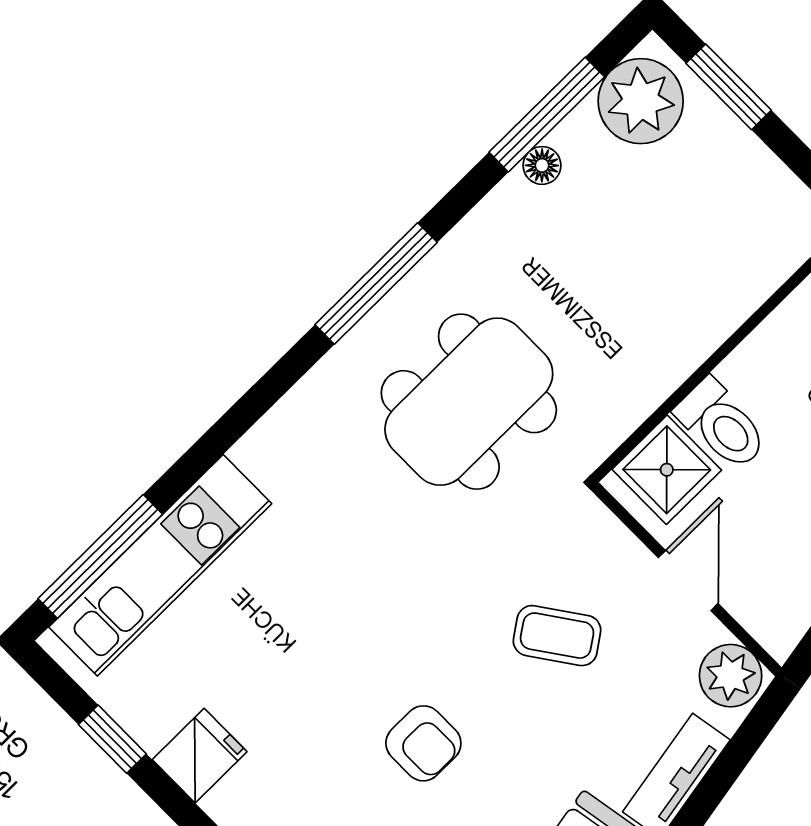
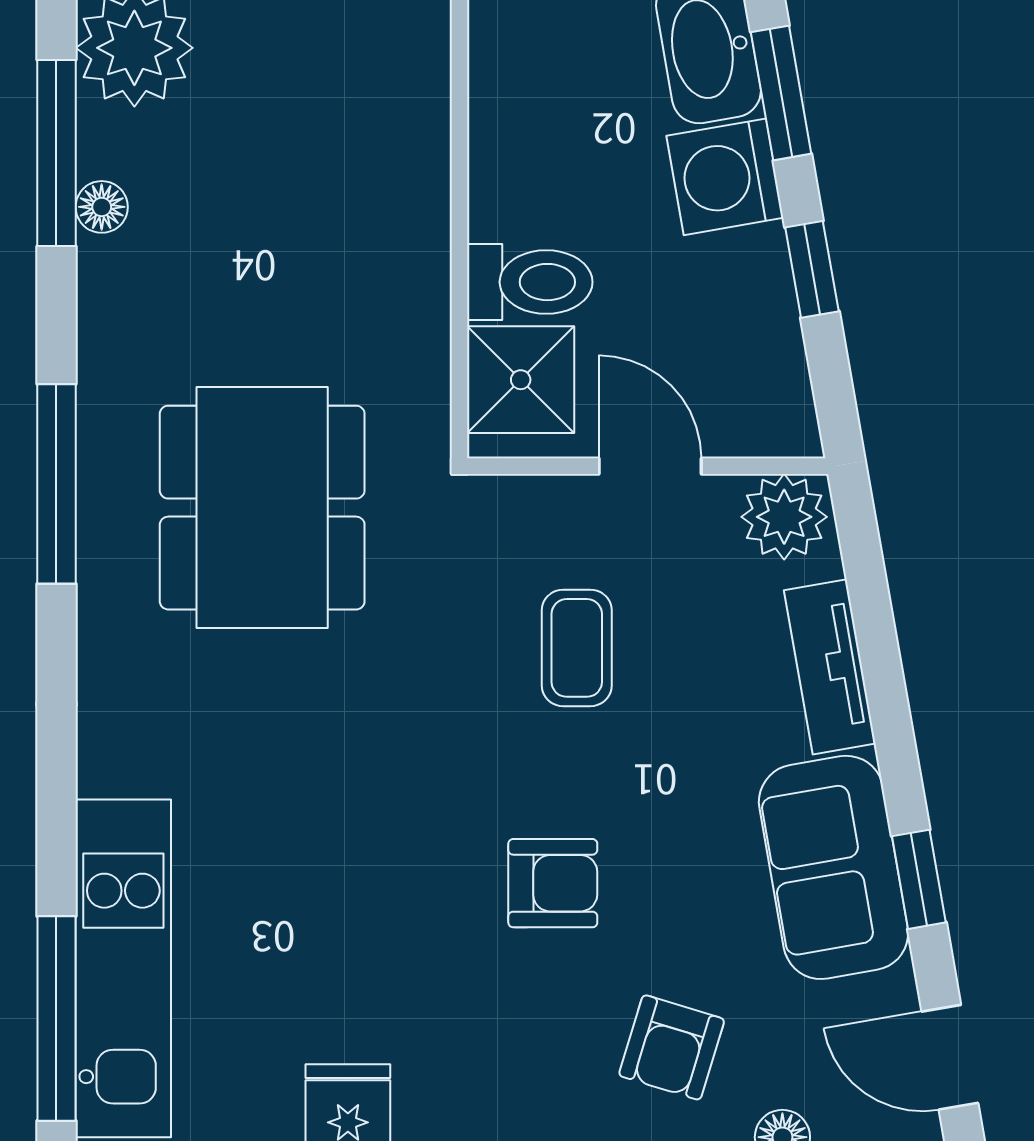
coffee table: (557, 636) -> (577, 648), turned -55

